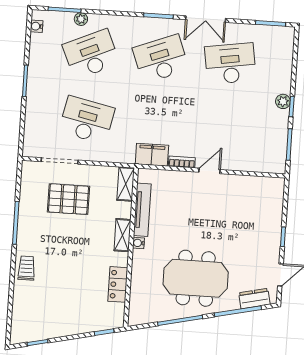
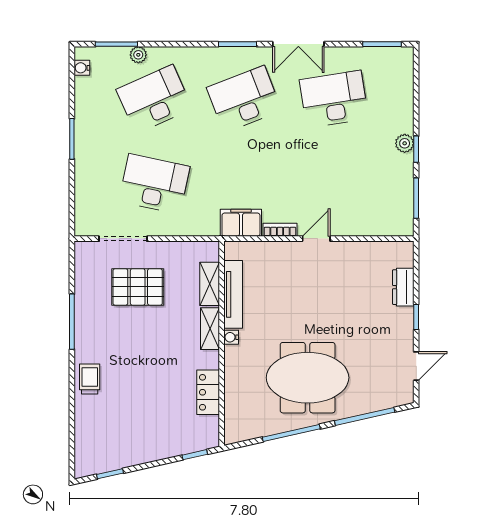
shelving: (126, 184) -> (210, 284), moved
dresser: (254, 299) -> (403, 287), moved, turned -77

